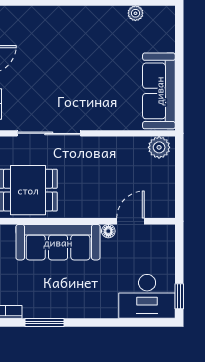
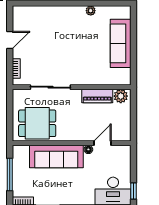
plant: (135, 13) -> (91, 11), moved
sofa: (159, 91) -> (121, 43), moved
piano: (122, 147) -> (97, 96), added

